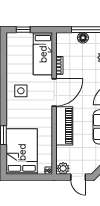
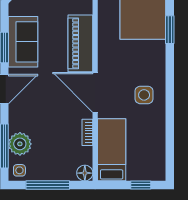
floor lamp: (83, 38) -> (85, 173), moved
door: (54, 92) -> (95, 92), hinge flipped

